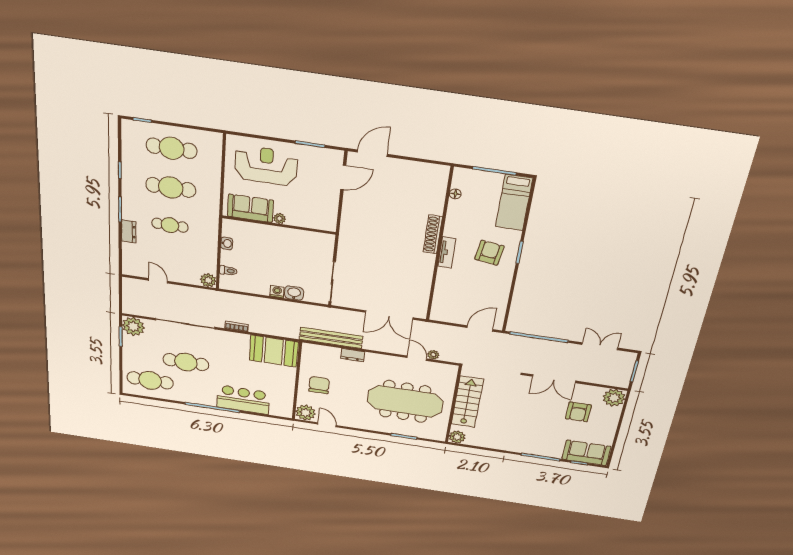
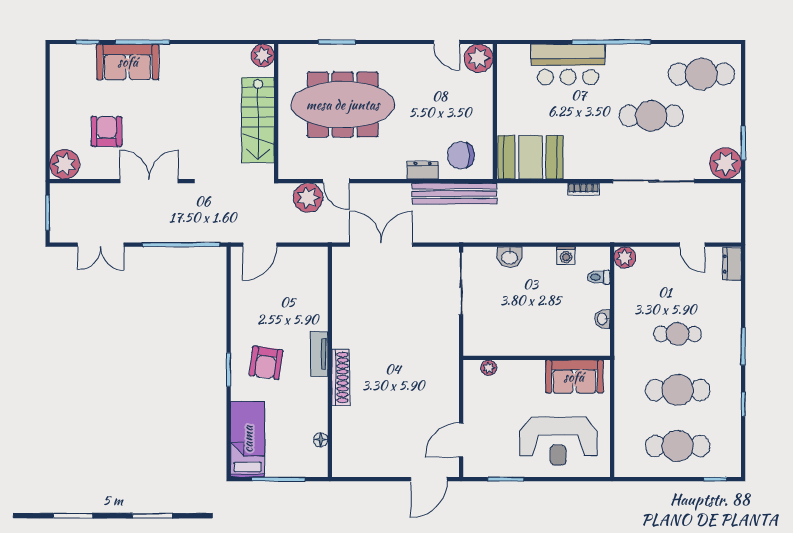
plant: (280, 219) -> (489, 368), moved
dresser: (129, 231) -> (732, 264), moved
washing machine: (277, 292) -> (566, 255), moved
plant: (433, 355) -> (308, 198), width x1.87, depth x1.87
chair: (319, 385) -> (461, 155), moved, turned 90
sofa: (586, 453) -> (128, 62), moved

